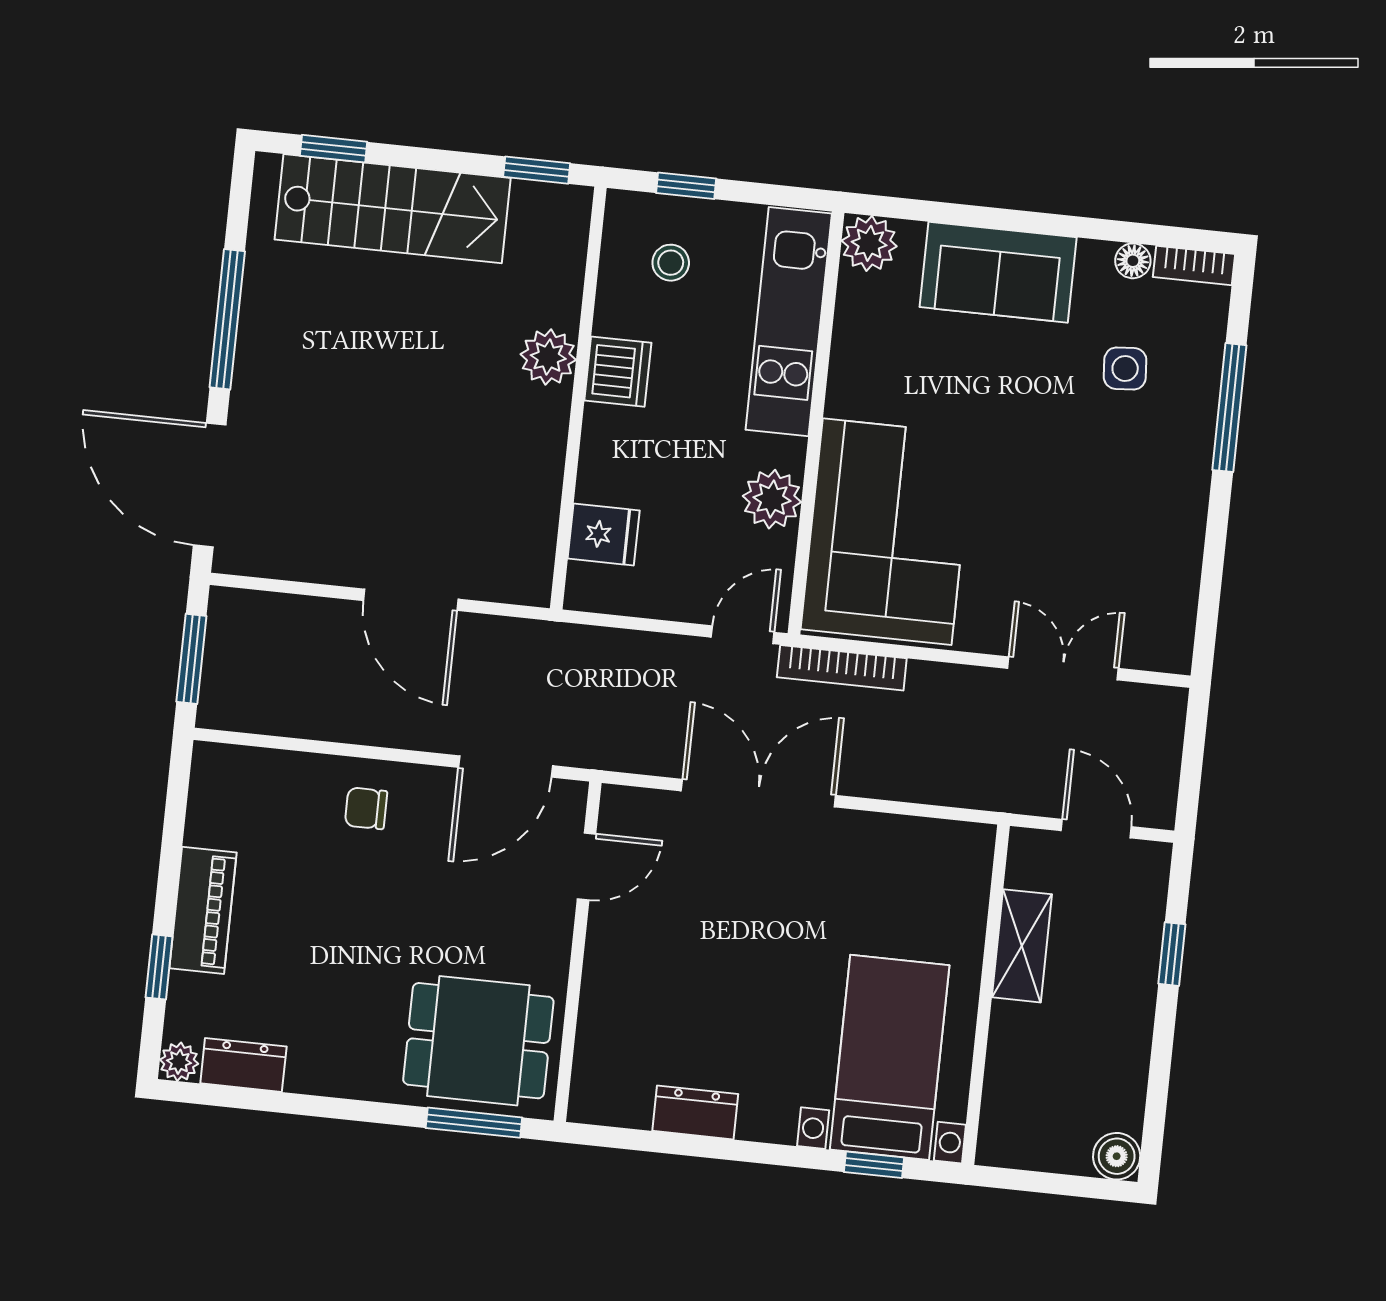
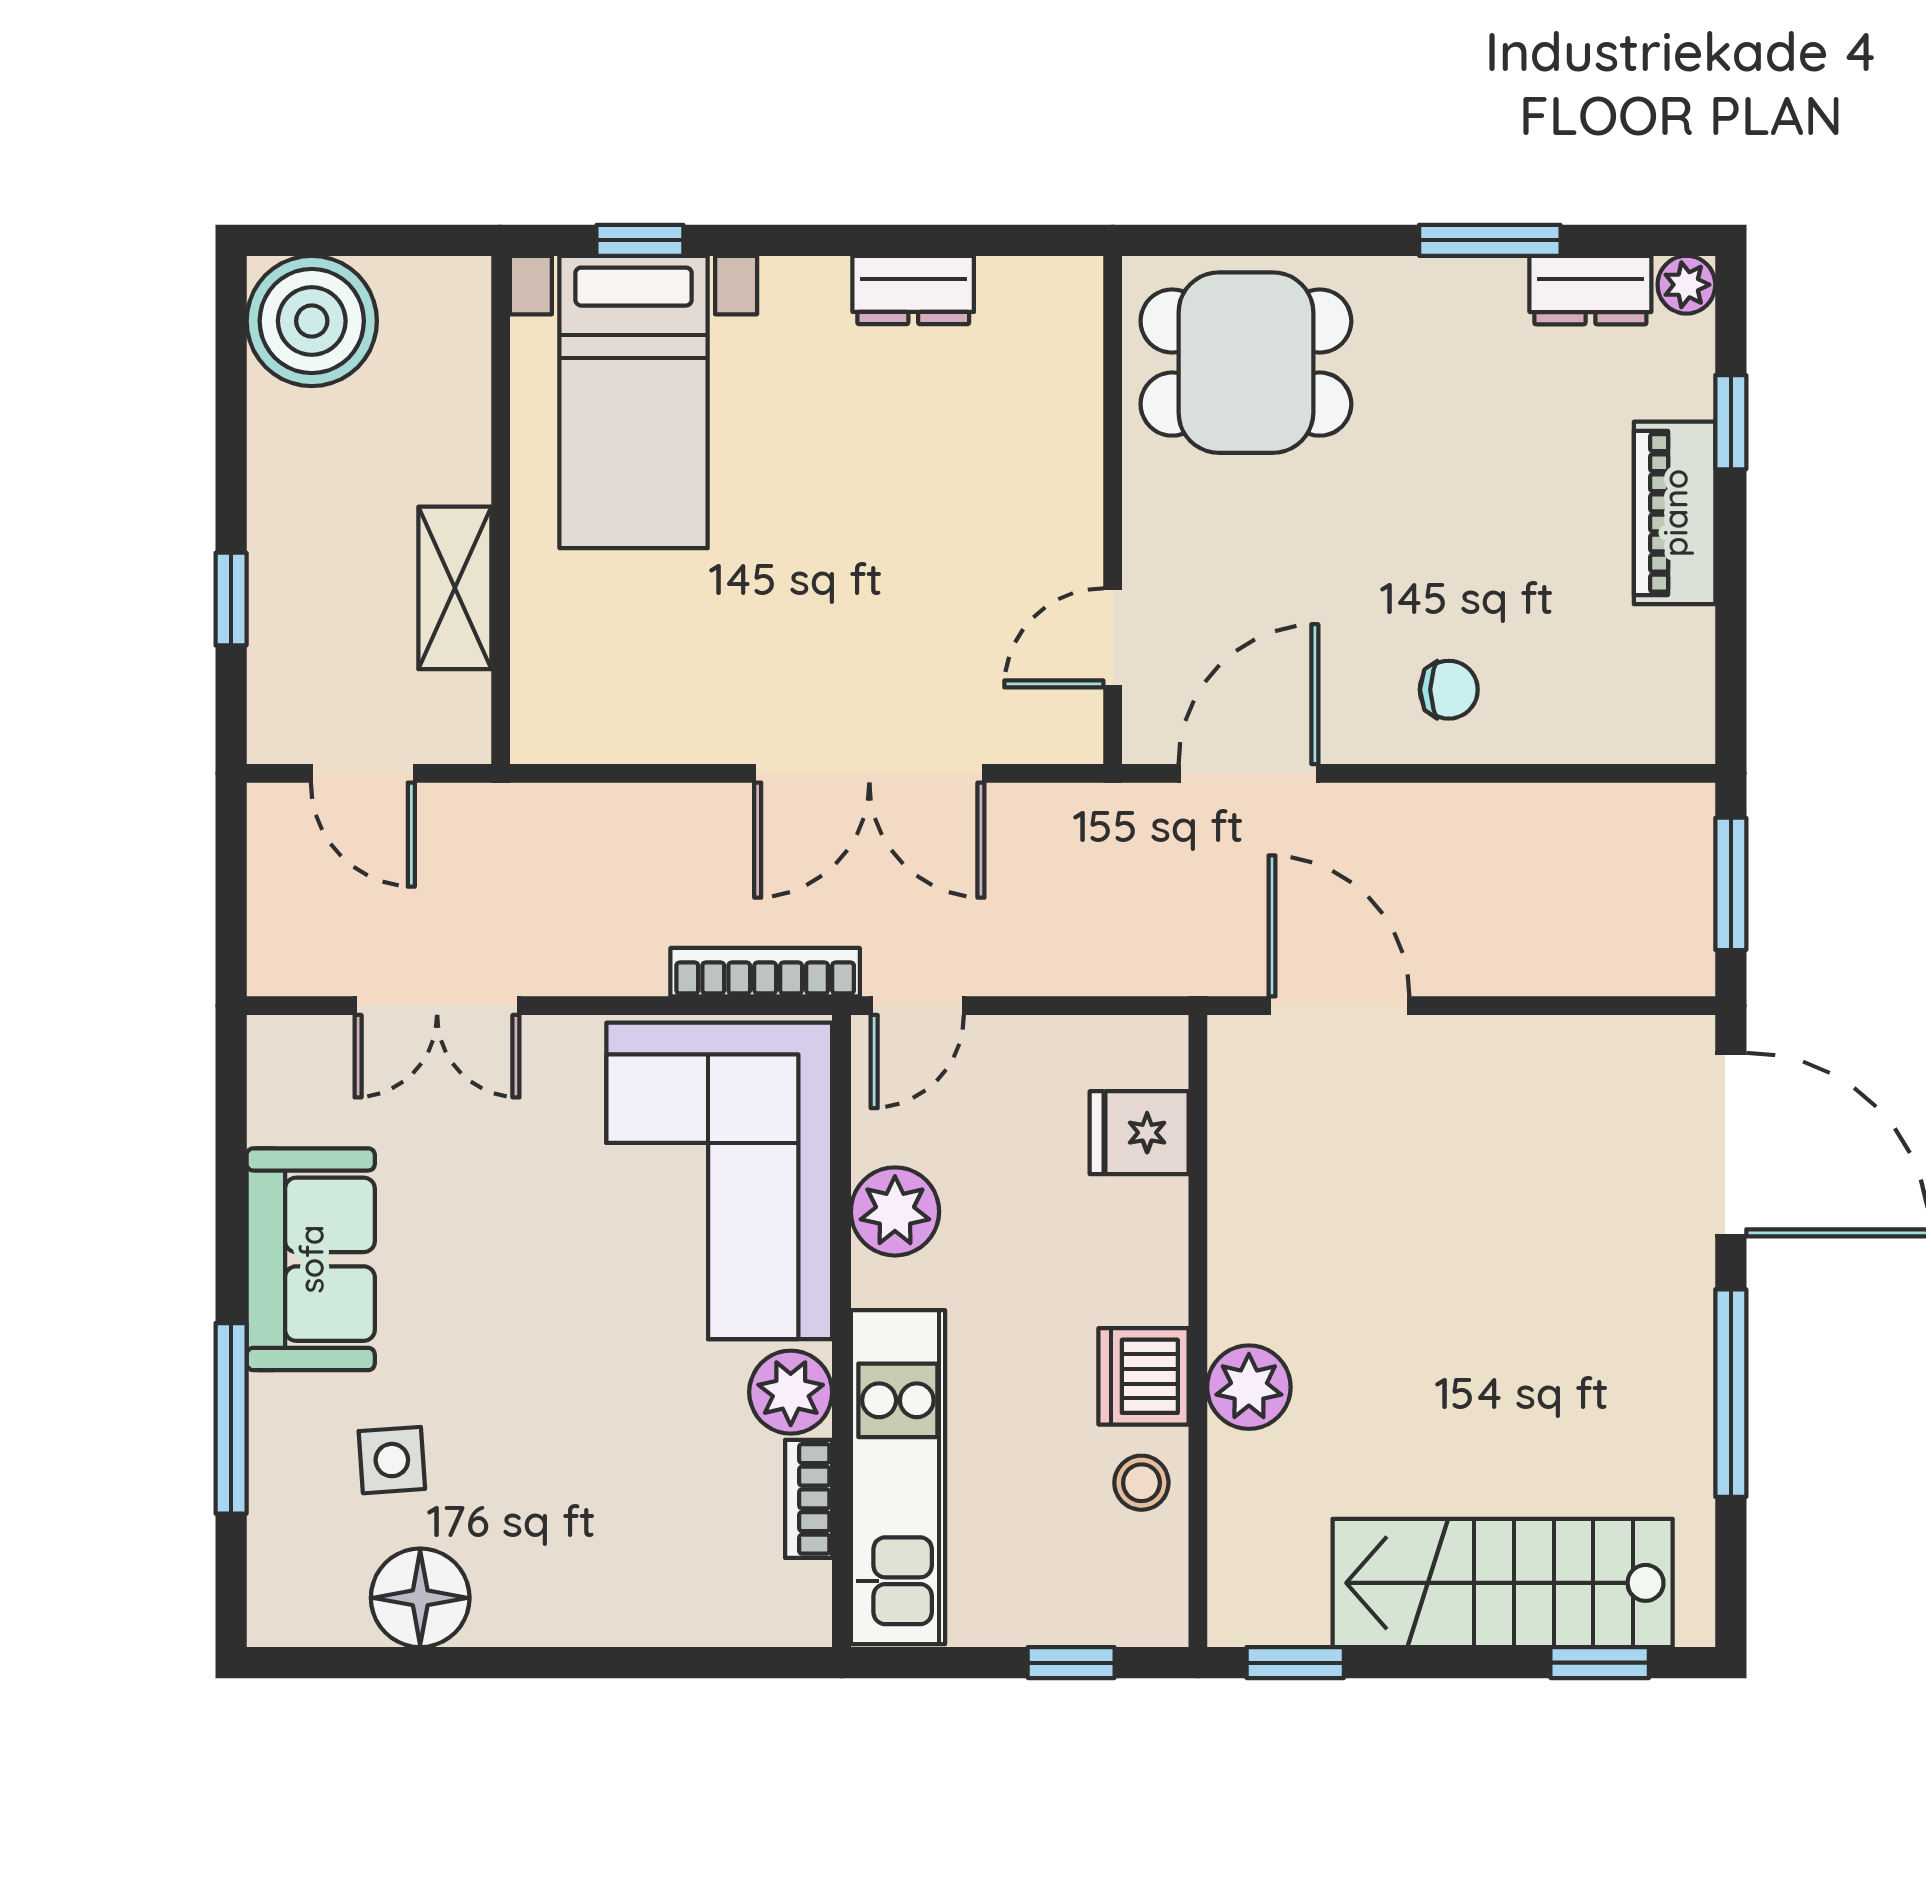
plant: (869, 243) -> (791, 1392), moved
floor lamp: (1133, 261) -> (420, 1598), width x1.89, depth x1.89
stool: (671, 263) -> (1141, 1483), moved
bookcase: (1194, 266) -> (809, 1499), moved, turned -90
sofa: (998, 272) -> (311, 1259), moved, turned 90
door: (411, 600) -> (1339, 1006), moved
window: (474, 1123) -> (1490, 240), moved
boiler: (1117, 1156) -> (312, 321), width x1.86, depth x1.86

